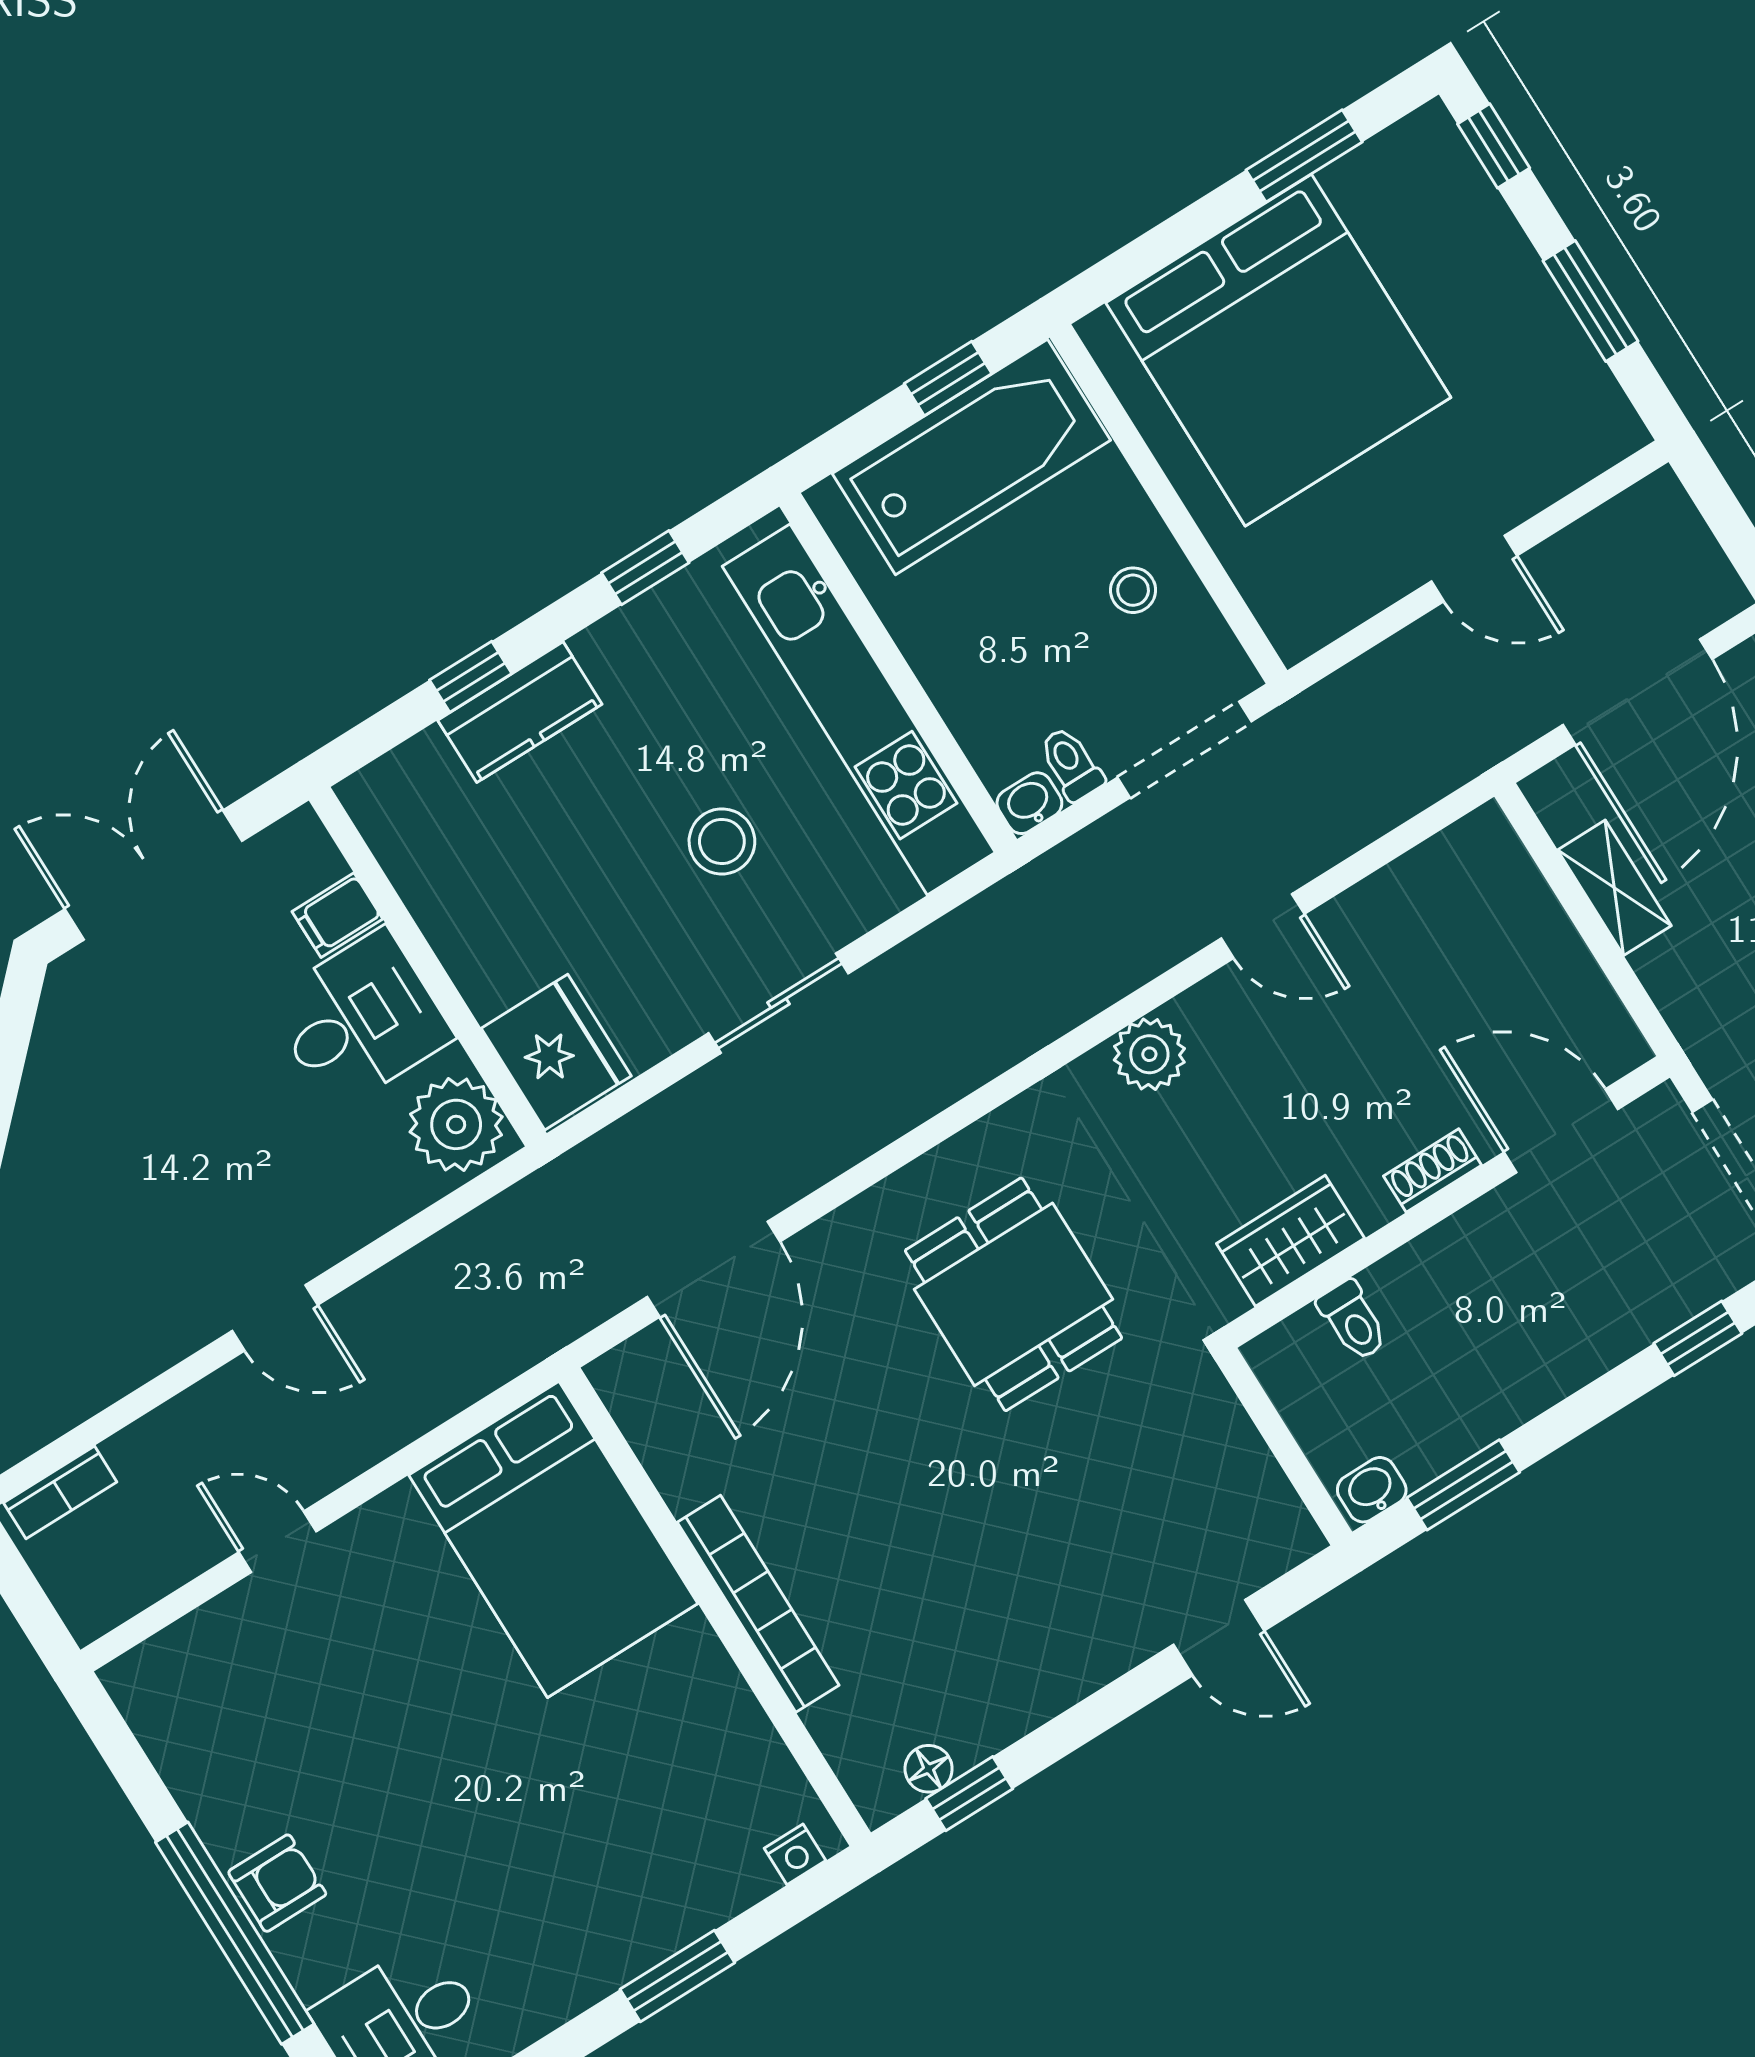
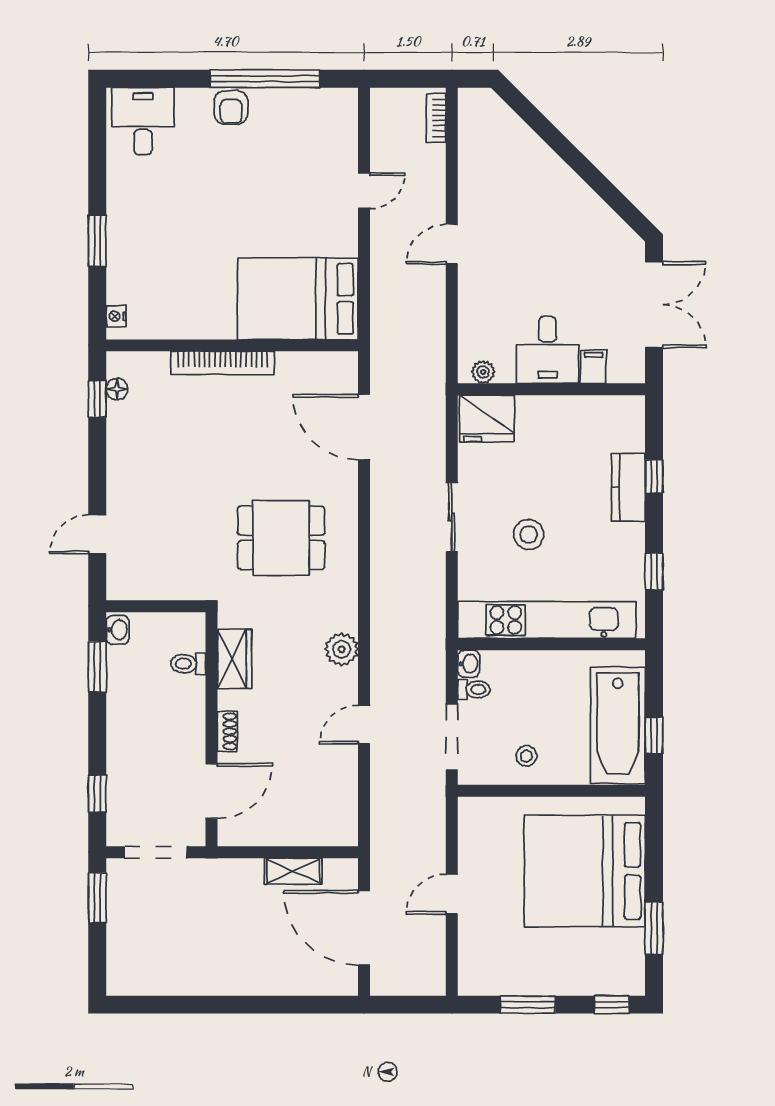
plant: (456, 1124) -> (483, 372), width x0.53, depth x0.53
window: (235, 1933) -> (265, 79), moved

